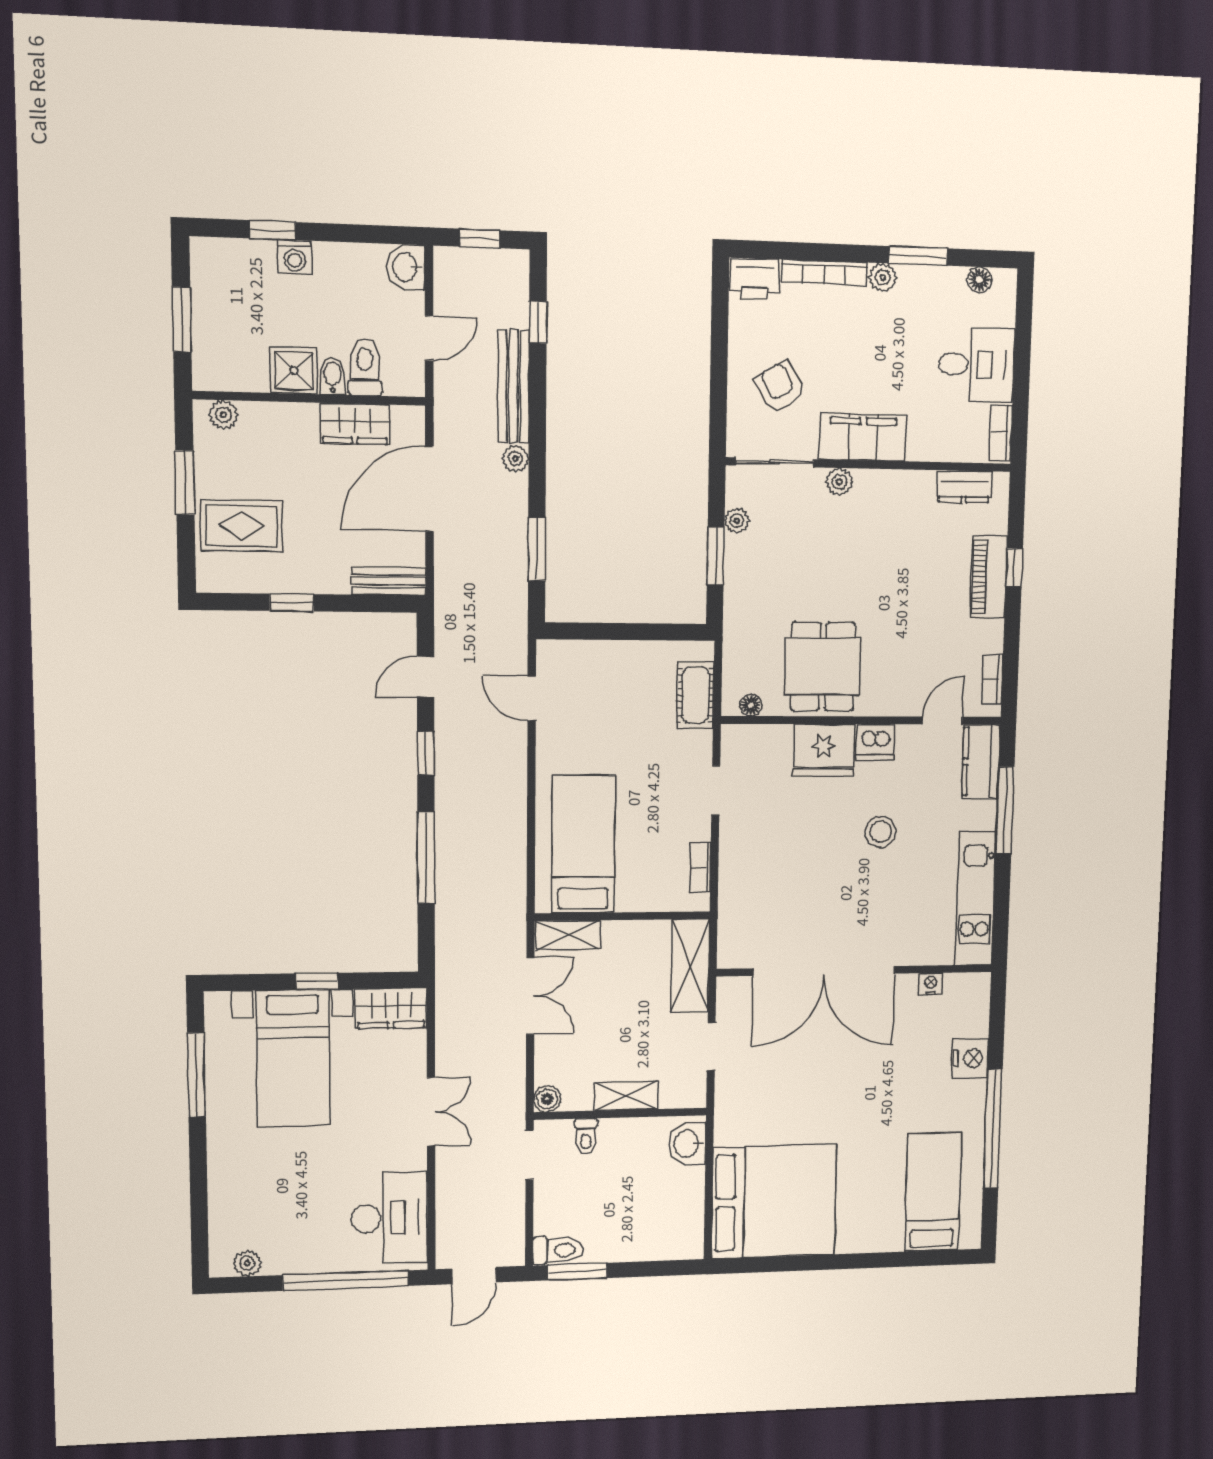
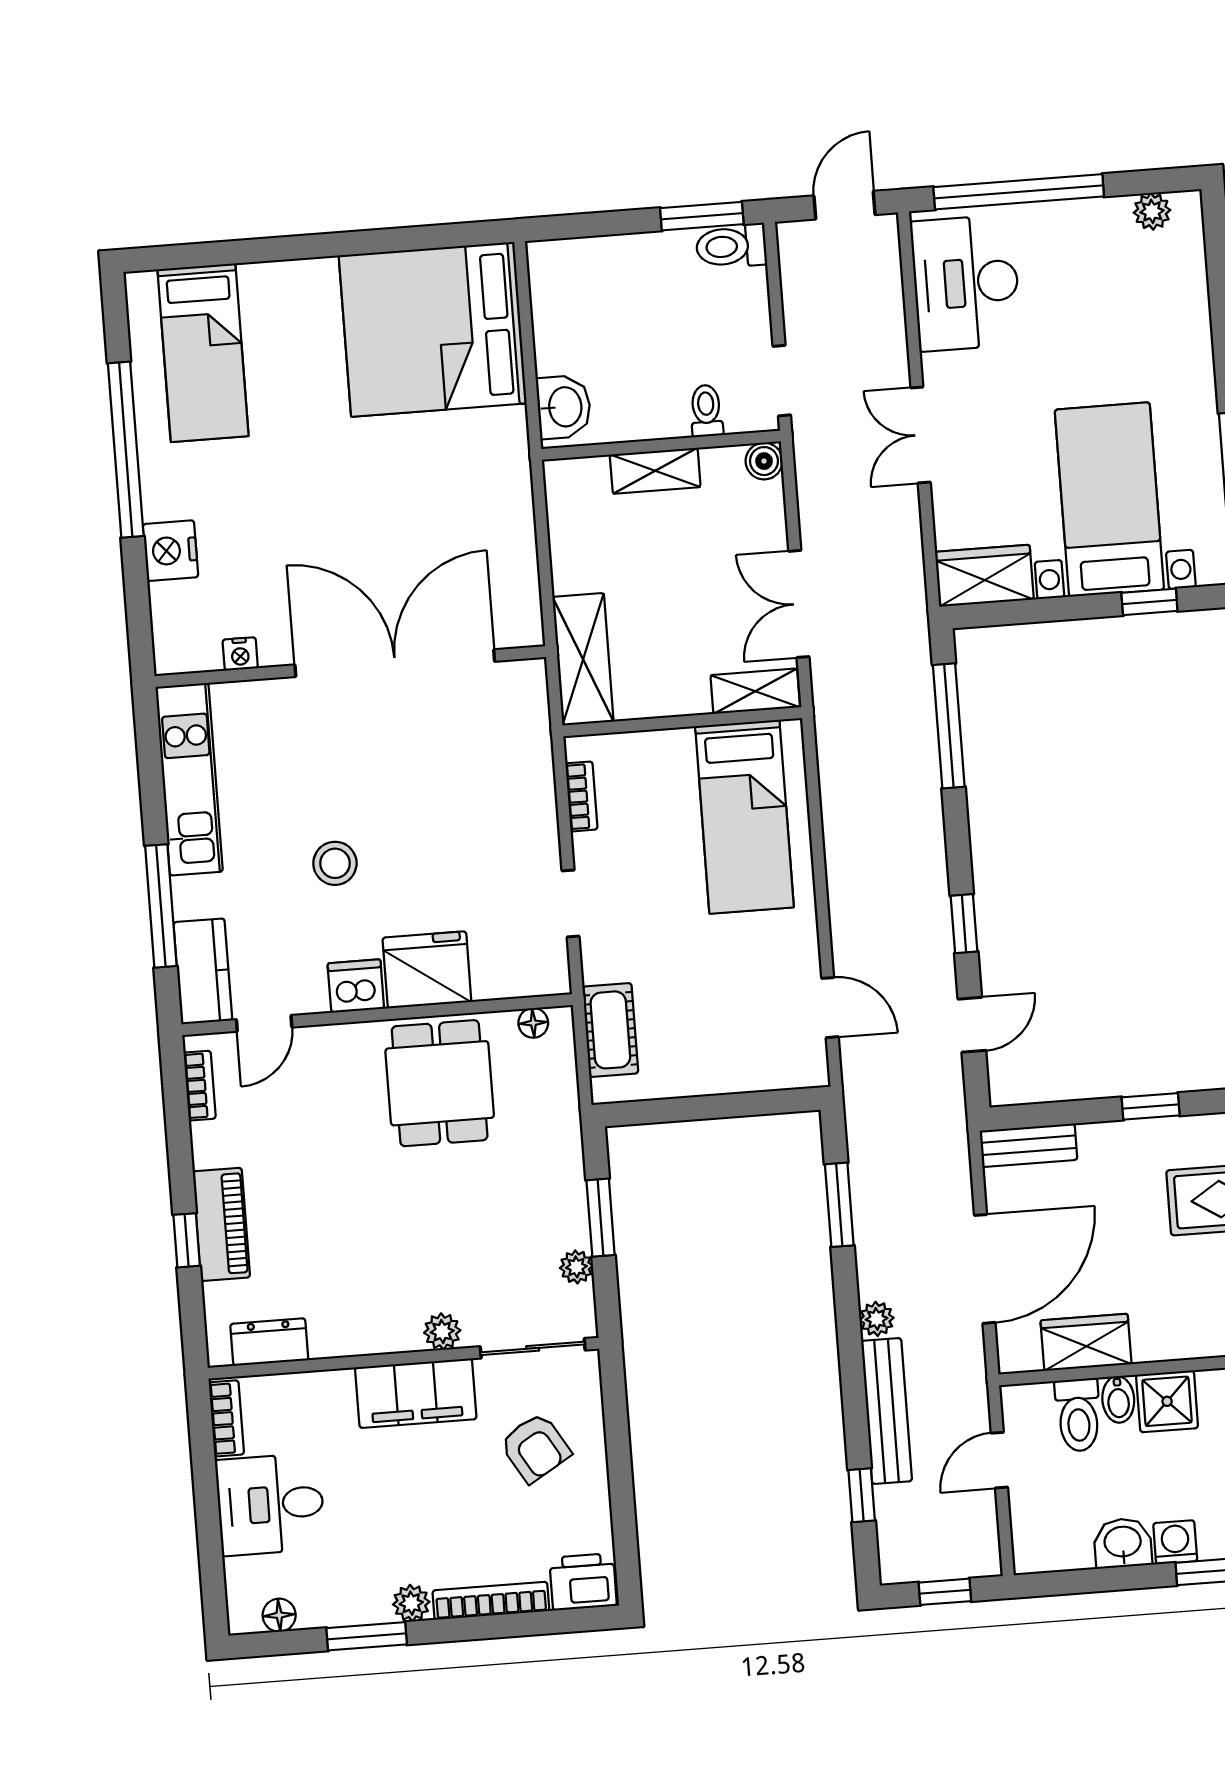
washbasin: (406, 267) -> (1123, 1543), moved, turned -90
window: (426, 858) -> (949, 726), moved
window: (317, 981) -> (1149, 602), moved
doorway: (711, 1046) -> (543, 547), removed

